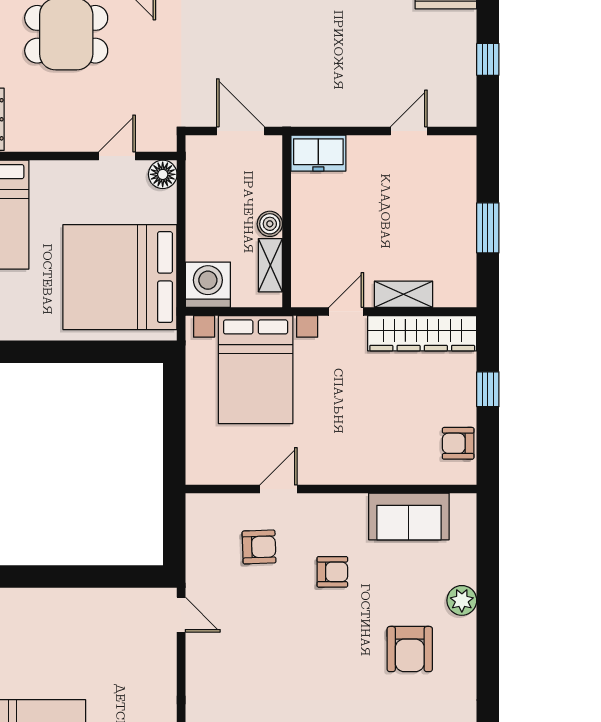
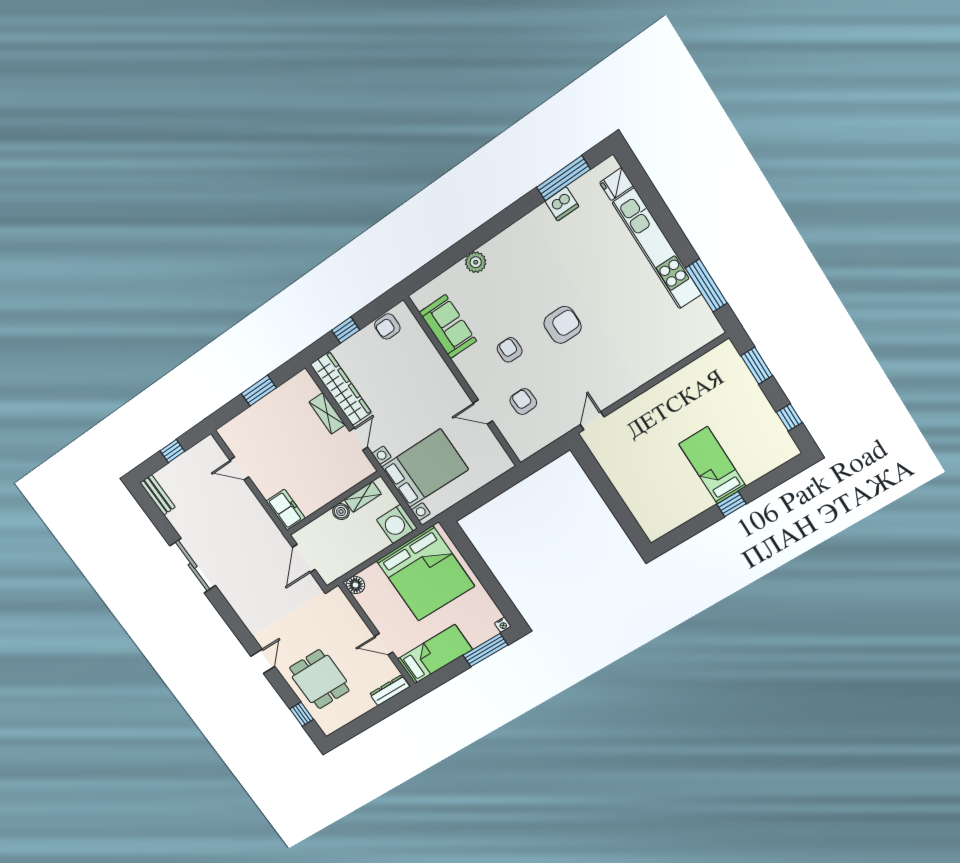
door: (117, 156) -> (384, 644), moved
door: (346, 311) -> (359, 439), swing flipped
armchair: (458, 443) -> (387, 326), turned 90
armchair: (410, 649) -> (563, 325), moved

